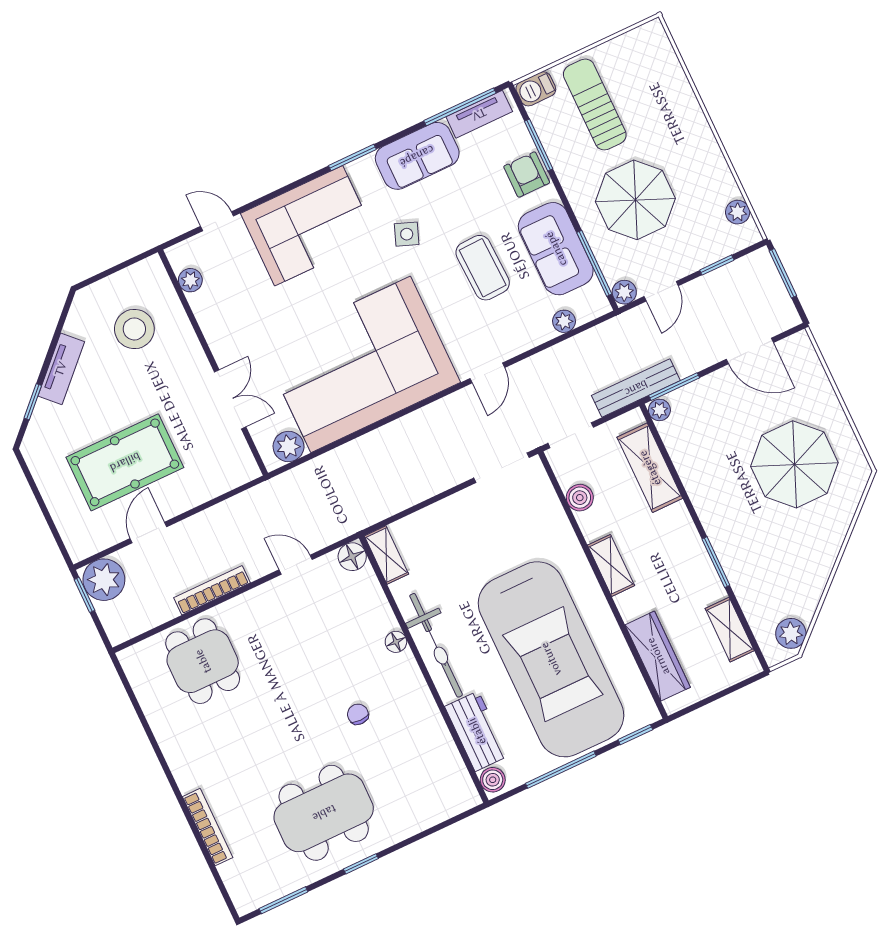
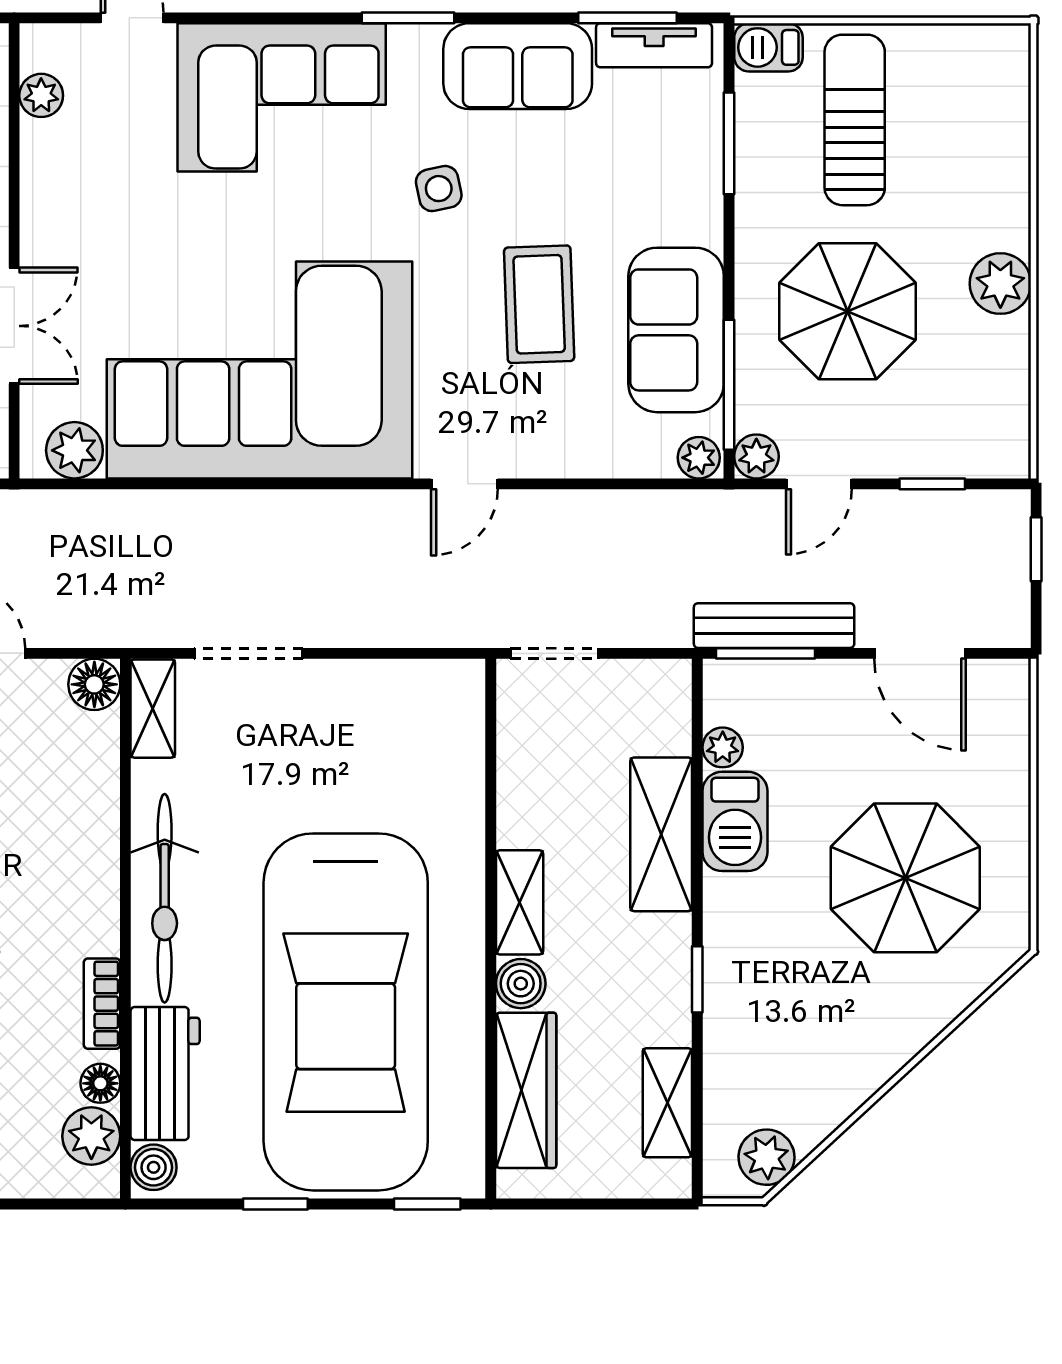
window: (460, 107) -> (627, 18), width x0.69
armchair: (527, 175) -> (686, 183), removed
plant: (738, 212) -> (1000, 284), moved, width x1.38, depth x1.38
side table: (407, 234) -> (439, 189), turned -33
window: (783, 273) -> (1036, 549), width x0.67
plant: (564, 321) -> (699, 458), moved
bench: (636, 388) -> (774, 626), moved
plant: (659, 410) -> (723, 747), moved
doorway: (502, 468) -> (249, 653), moved
shelving: (650, 468) -> (661, 834), moved
barbecue: (698, 476) -> (735, 821), added
boiler: (580, 498) -> (521, 984), moved
window: (716, 562) -> (697, 979), width x0.67
floor lamp: (396, 642) -> (100, 1083), moved
bookcase: (430, 711) -> (102, 1004), added
window: (561, 770) -> (275, 1204), width x0.46
plant: (455, 779) -> (91, 1136), added

